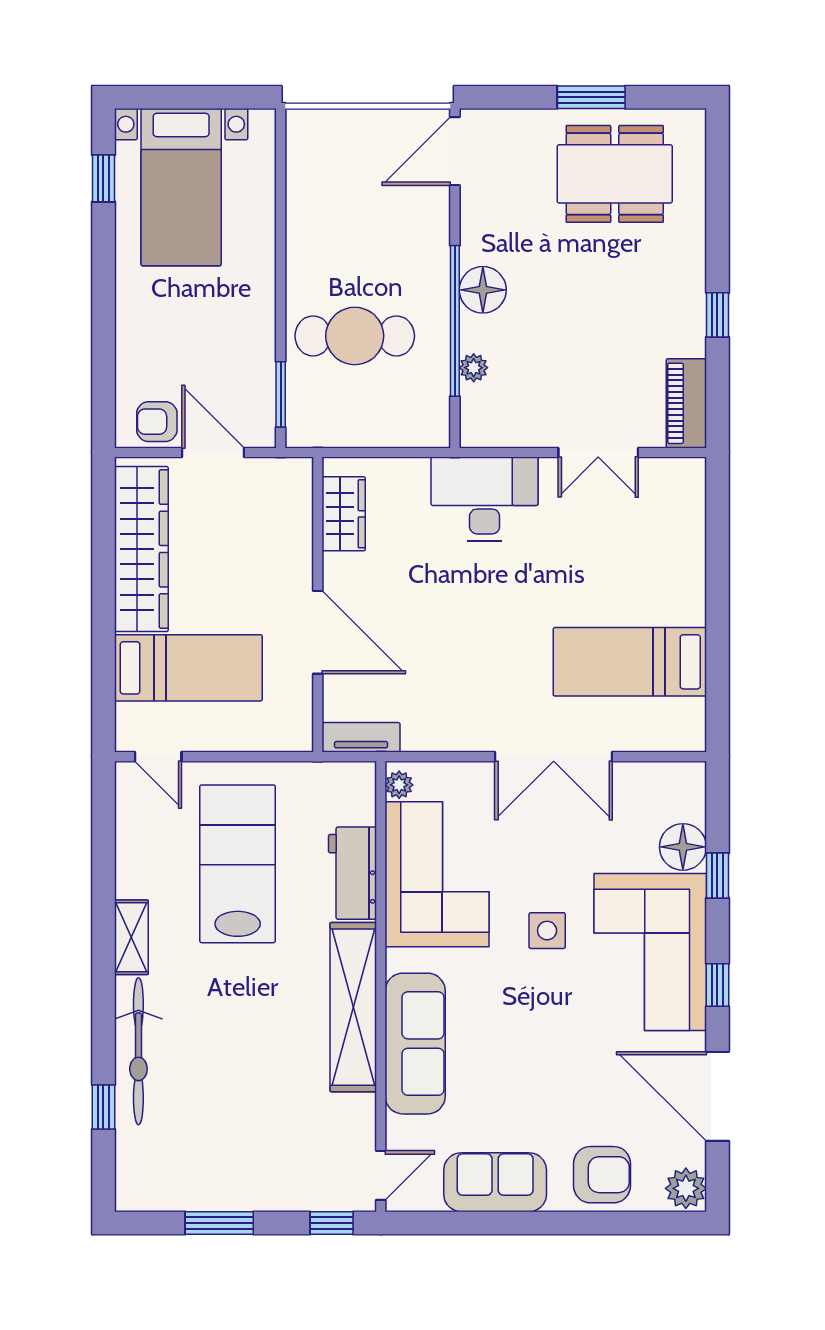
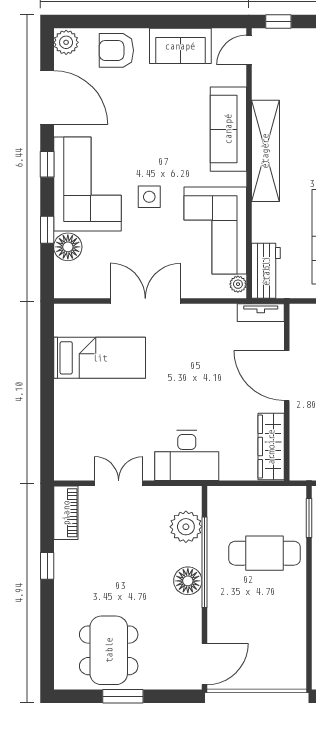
dining table: (615, 174) -> (109, 650), turned 90
plant: (474, 368) -> (186, 527), width x1.88, depth x1.88
wardrobe: (344, 514) -> (271, 447), width x1.50
workbench: (352, 873) -> (266, 271), moved

